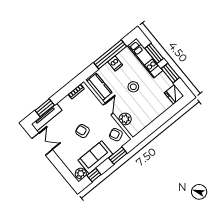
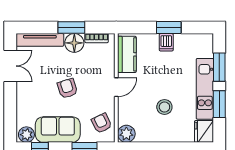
window: (110, 54) -> (169, 28), width x0.47
kitchen unit: (145, 58) -> (205, 89), moved
stool: (133, 87) -> (164, 107), moved
floor lamp: (66, 104) -> (74, 43), added
window: (45, 108) -> (71, 28), moved
plant: (125, 119) -> (126, 134), moved

